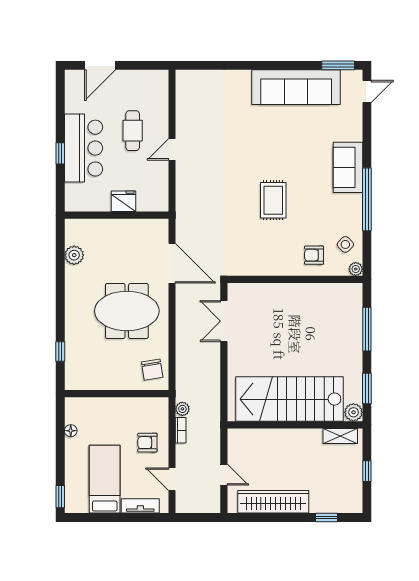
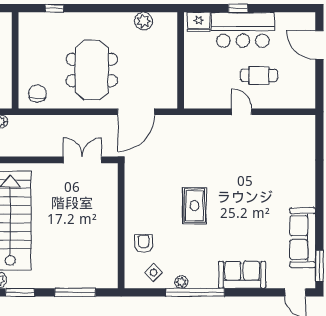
sofa: (296, 87) -> (303, 238), width x0.74, depth x0.79
sofa: (348, 167) -> (242, 275), moved
rug: (273, 200) -> (194, 206), turned 90
fridge: (124, 201) -> (199, 22), moved, turned 90
plant: (356, 269) -> (181, 282), moved
chair: (152, 370) -> (37, 93), turned 99

